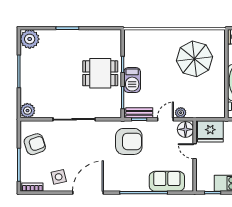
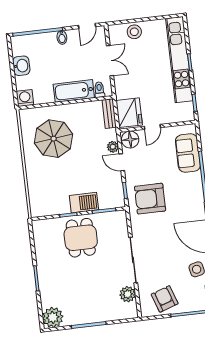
plant: (27, 111) -> (128, 294), moved
bench: (139, 113) -> (109, 114), moved
armchair: (129, 141) -> (150, 199), turned -90

